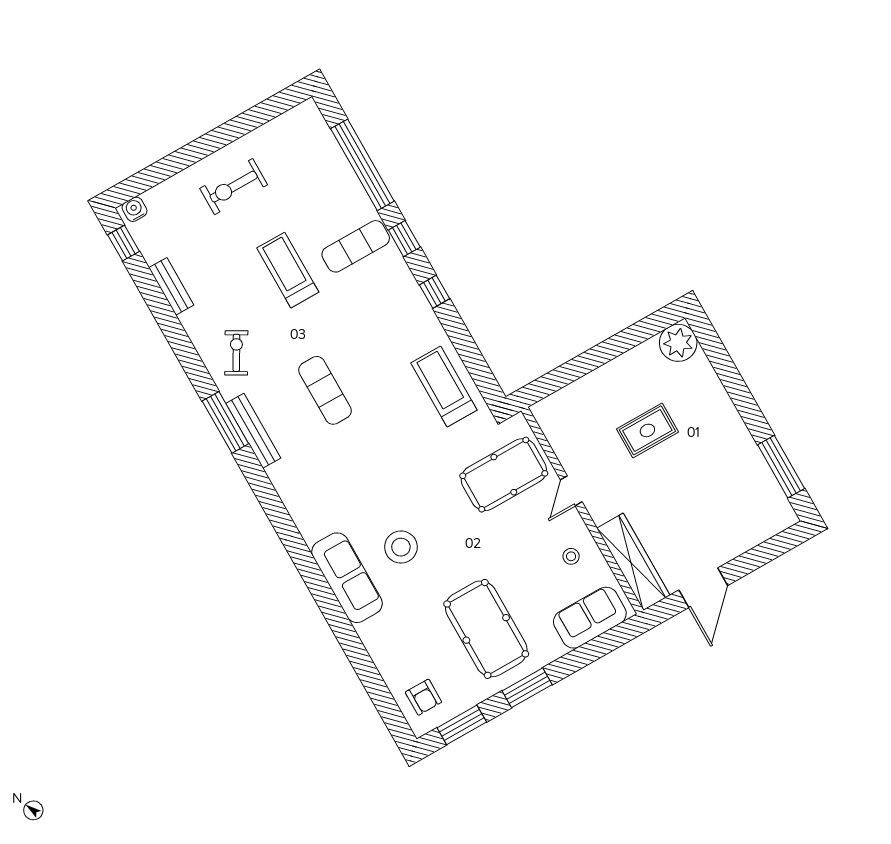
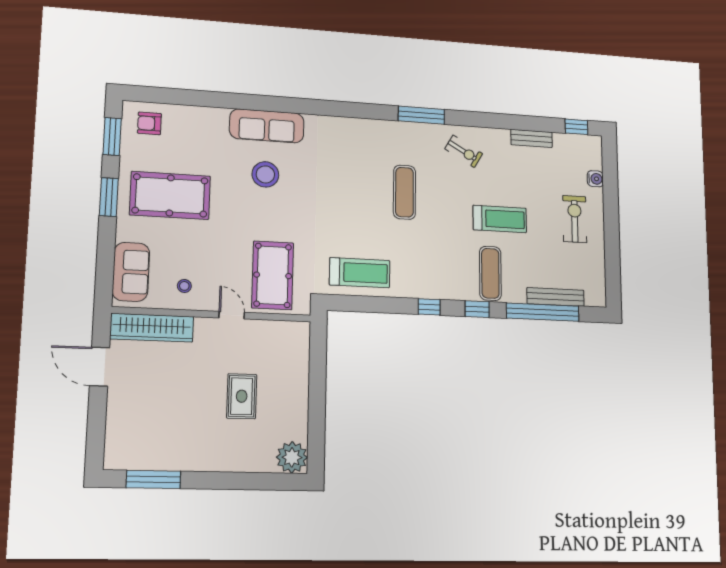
water cooler: (134, 209) -> (595, 179), moved
exercise mat: (325, 390) -> (404, 192), turned 90
bench: (253, 431) -> (556, 297), moved

